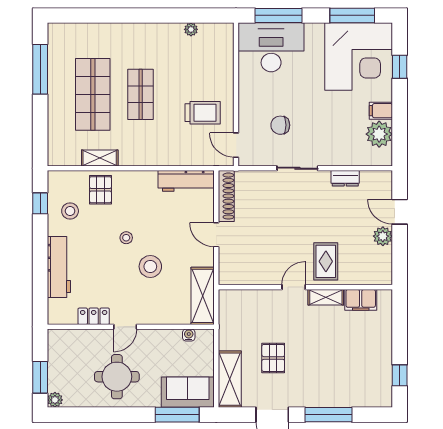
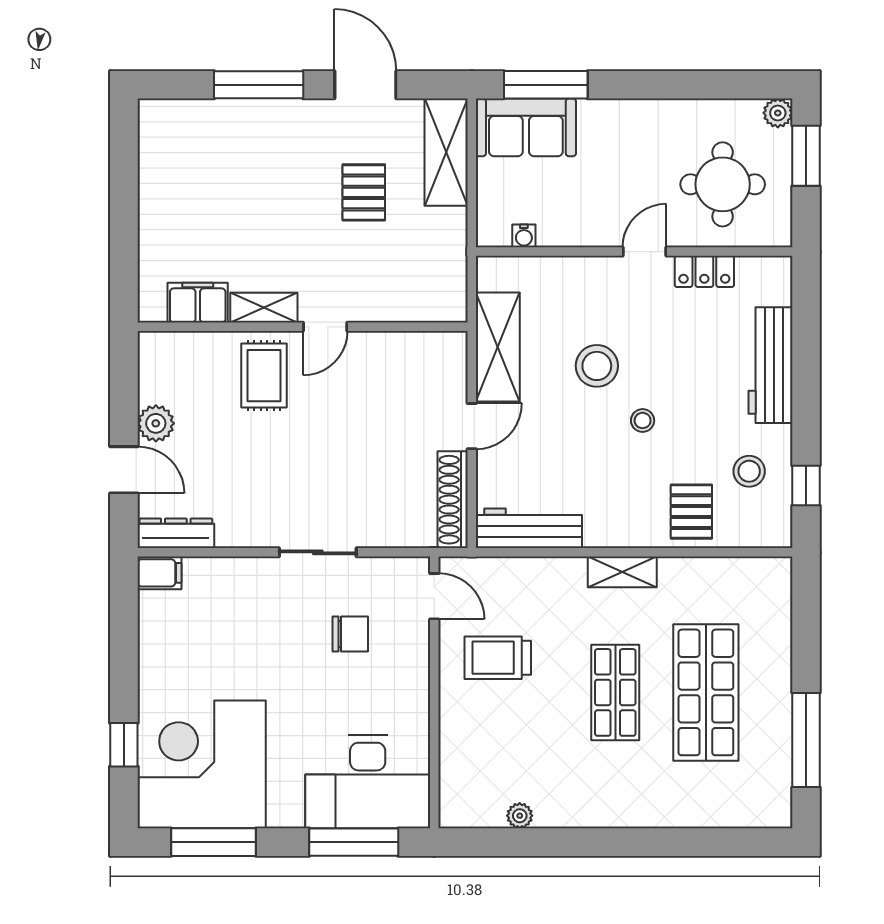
filing cabinet: (381, 111) -> (159, 573), moved
plant: (379, 134) -> (163, 617), removed
shelving: (100, 158) -> (622, 572), moved
dresser: (345, 178) -> (176, 533), moved, width x1.44
door: (216, 235) -> (472, 426), hinge flipped
shelving: (203, 296) -> (498, 347), moved
window: (400, 375) -> (124, 159), removed
round table: (117, 377) -> (723, 184), moved

